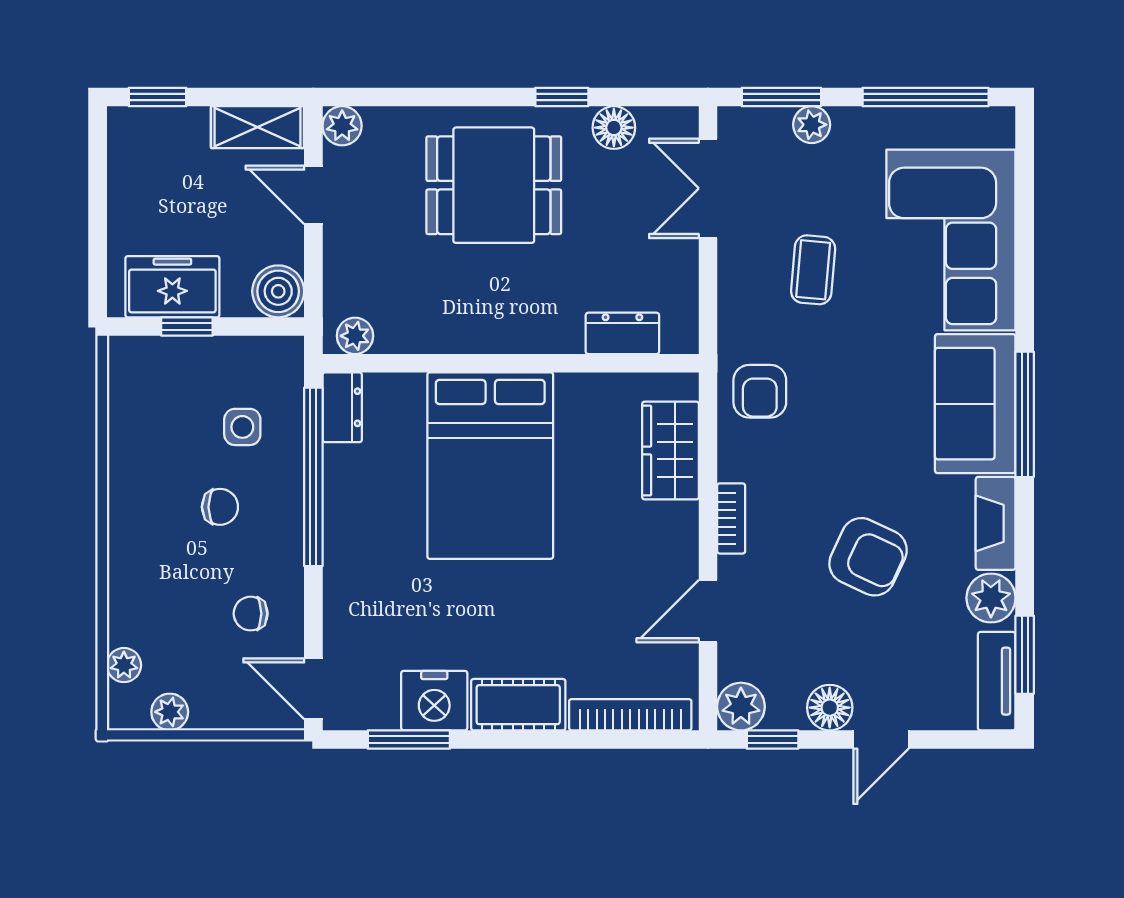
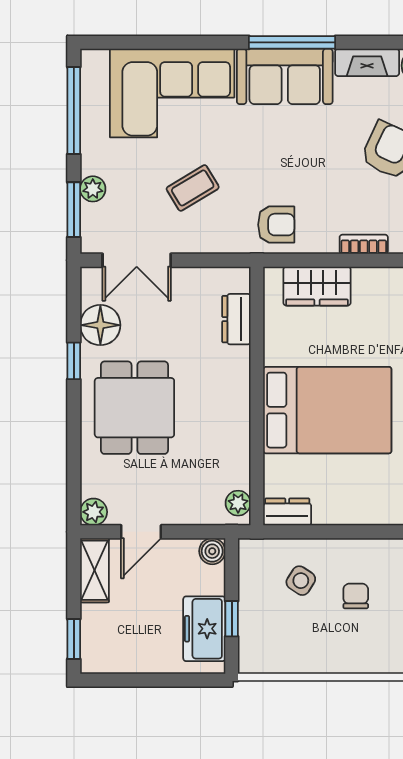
floor lamp: (614, 128) -> (100, 325), width x1.38, depth x1.38
coffee table: (813, 270) -> (193, 188), turned -36
boiler: (278, 291) -> (212, 551), width x0.73, depth x0.73
side table: (242, 427) -> (301, 581), turned 33
window: (313, 477) -> (335, 532), removed

